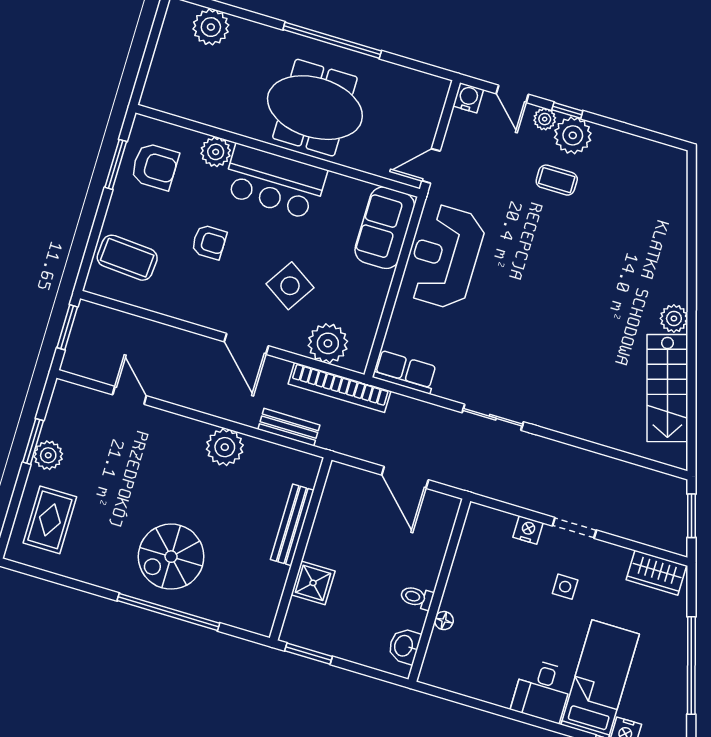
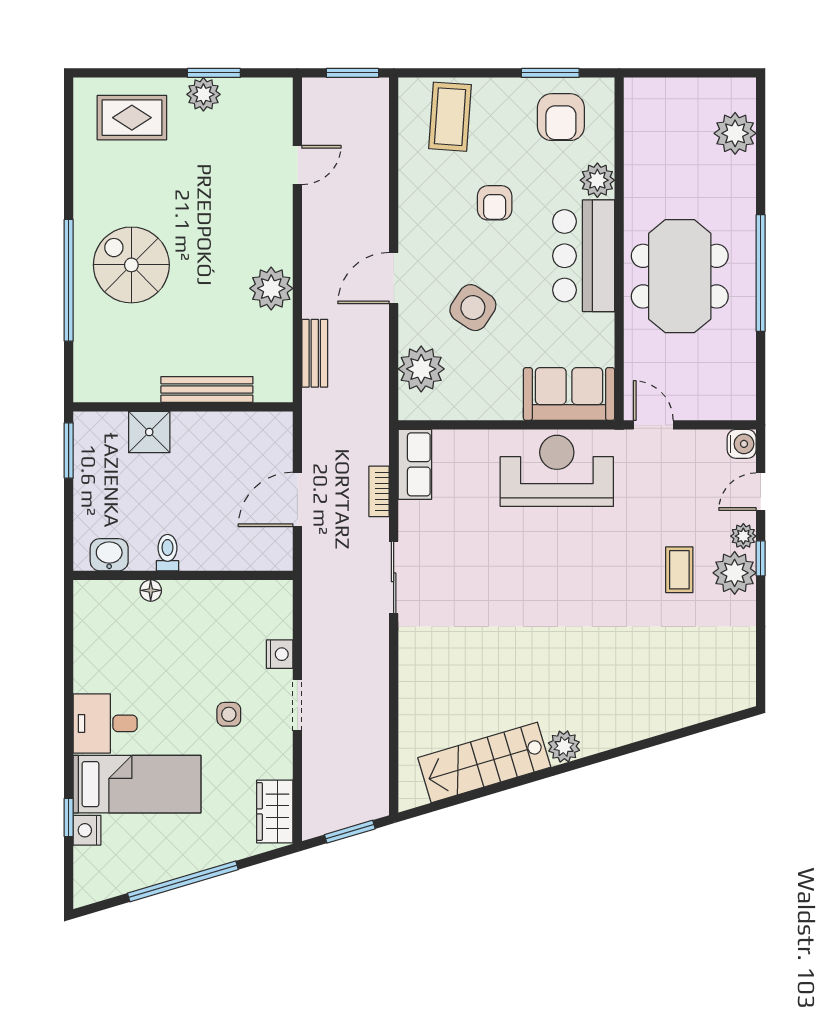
bookcase: (339, 388) -> (379, 491), moved, width x0.43, depth x0.76

